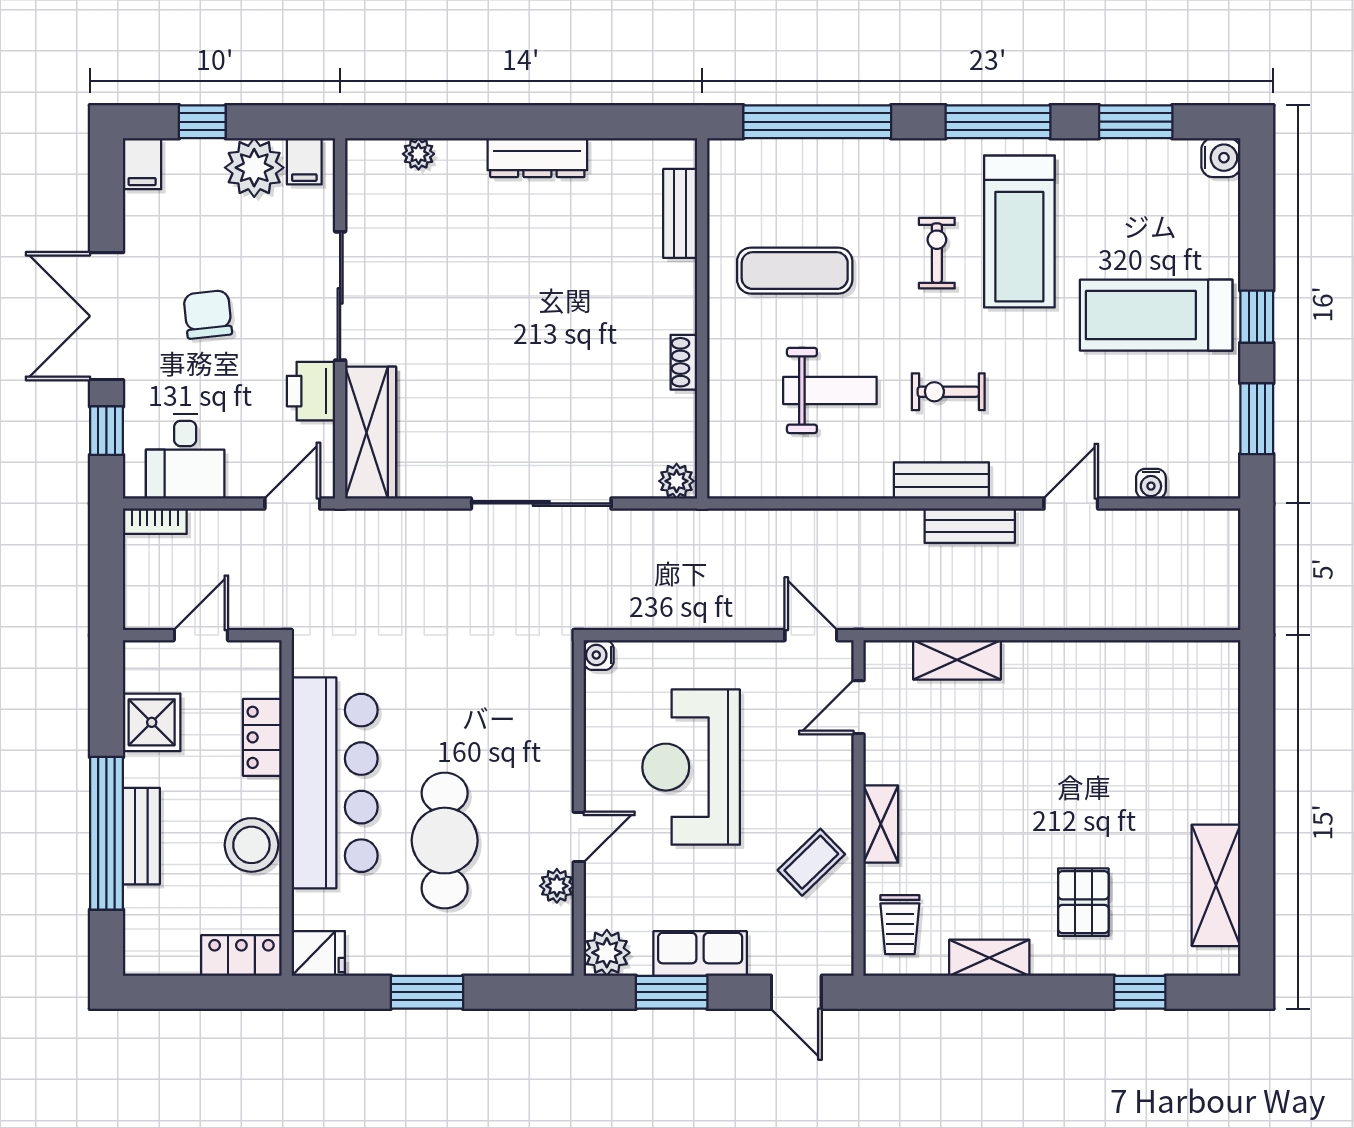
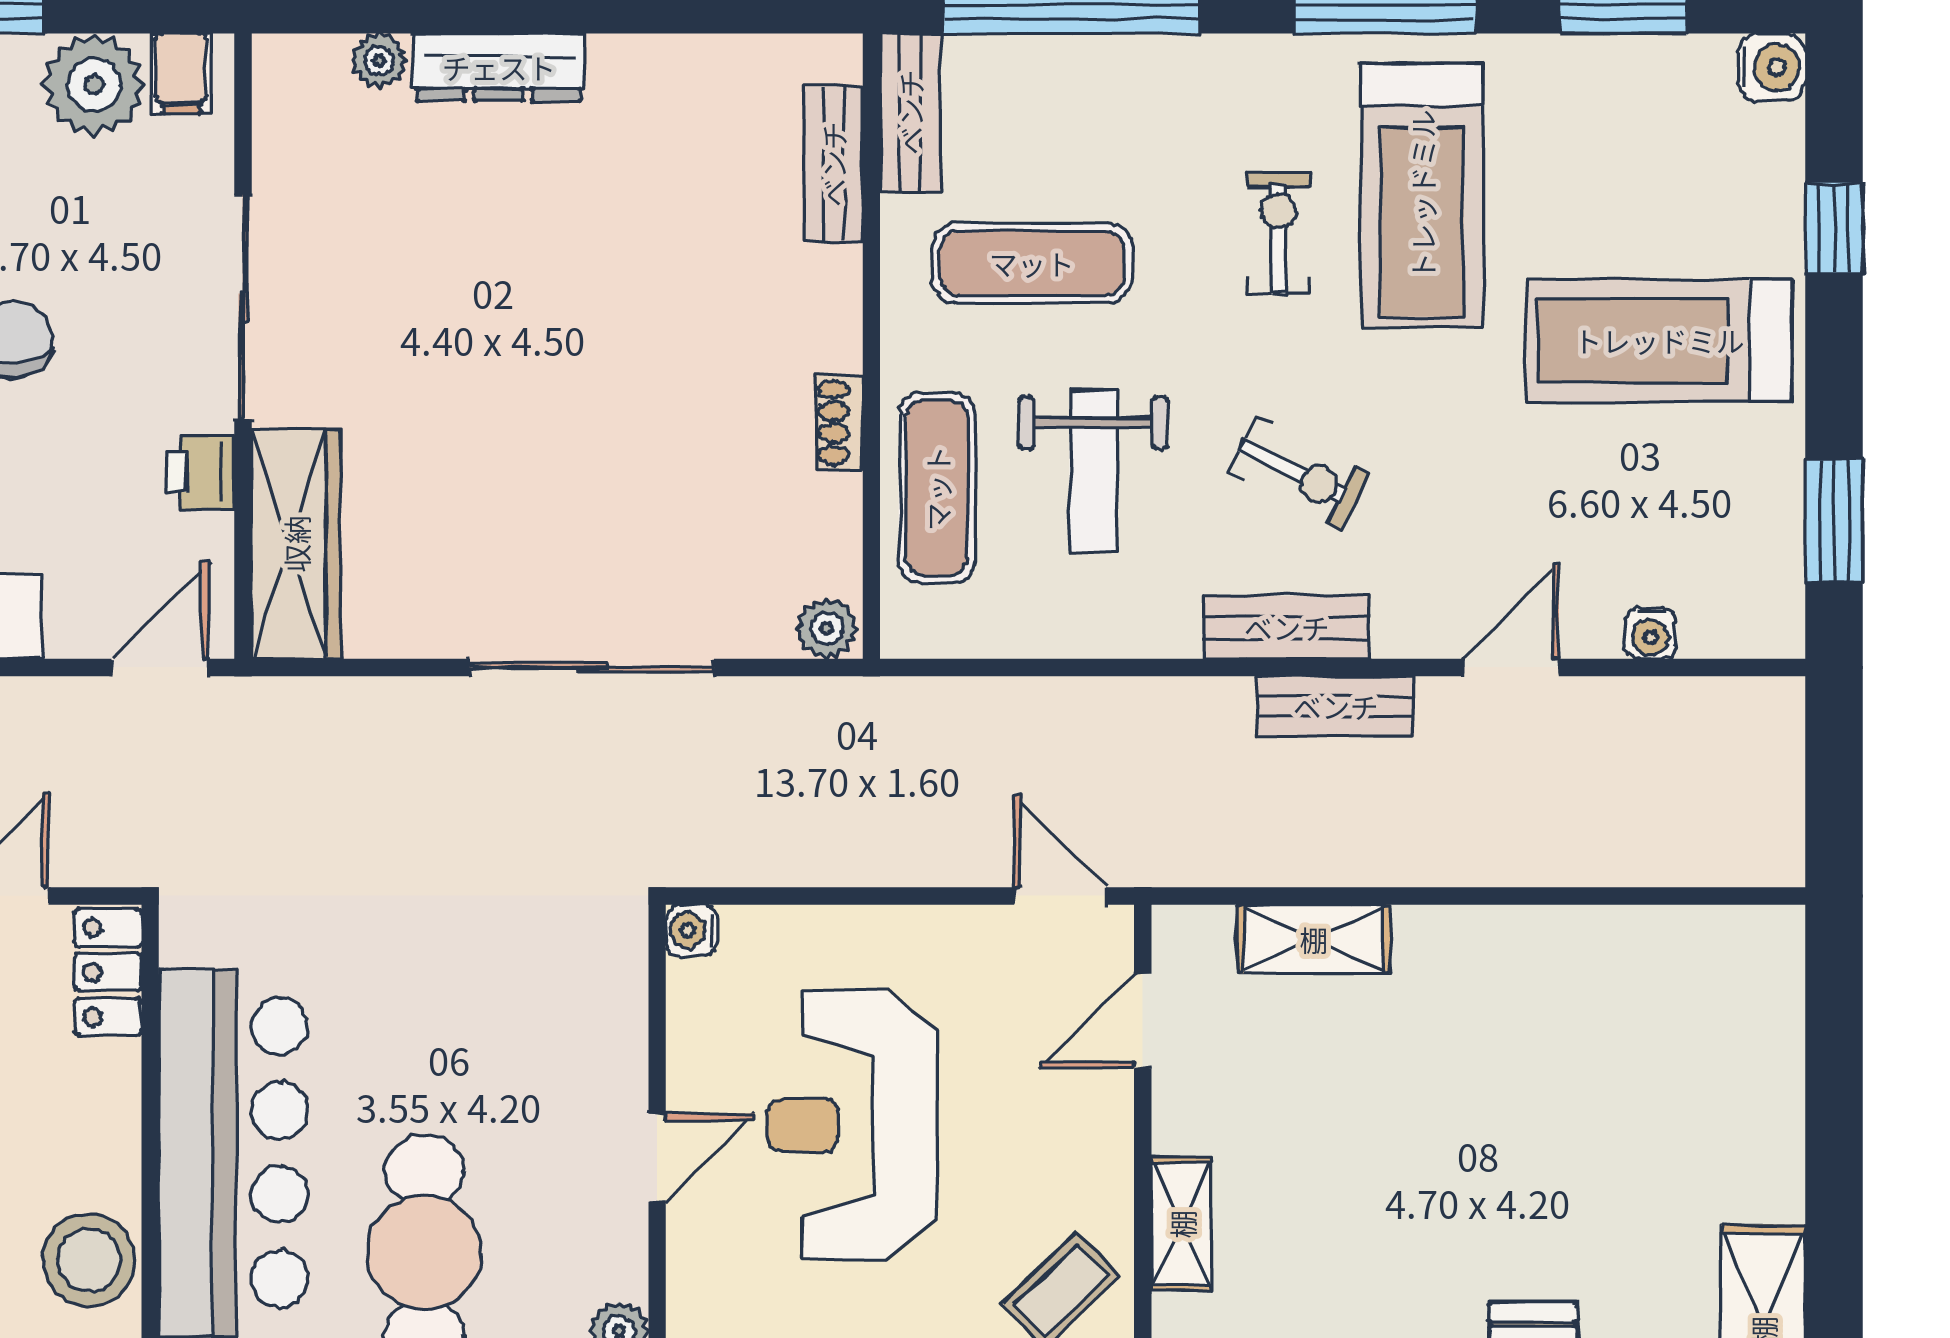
dresser: (537, 158) -> (499, 67), moved
bench: (724, 184) -> (910, 112), added
window: (1257, 317) -> (1834, 228), moved
weight bench: (830, 390) -> (1093, 471), turned 90
printer: (311, 391) -> (201, 472), width x0.73, depth x0.81
exercise bike: (948, 392) -> (1299, 473), turned -153
exercise mat: (740, 400) -> (937, 488), added
locker: (262, 737) -> (108, 972), moved
door: (579, 837) -> (657, 1158), moved

